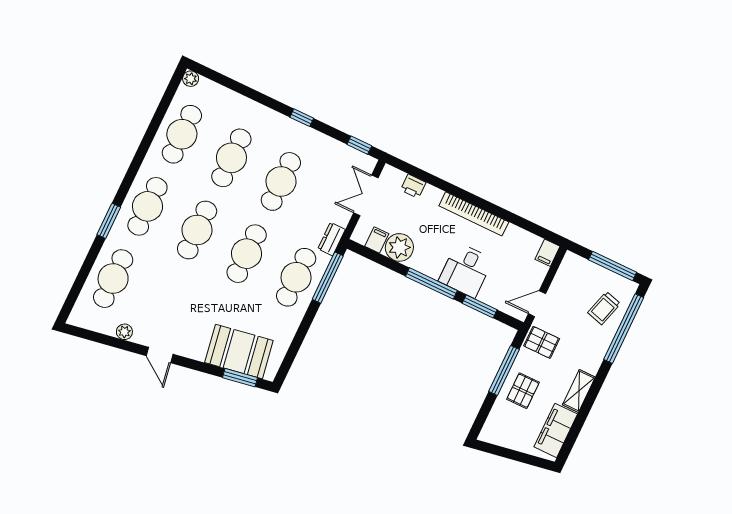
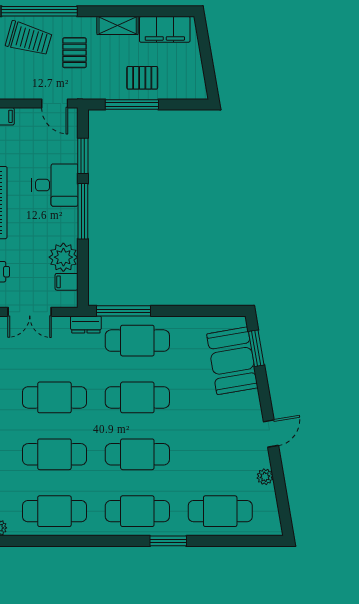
trolley: (604, 308) -> (29, 39), width x1.36, depth x1.39
pallet: (542, 342) -> (74, 53), moved

